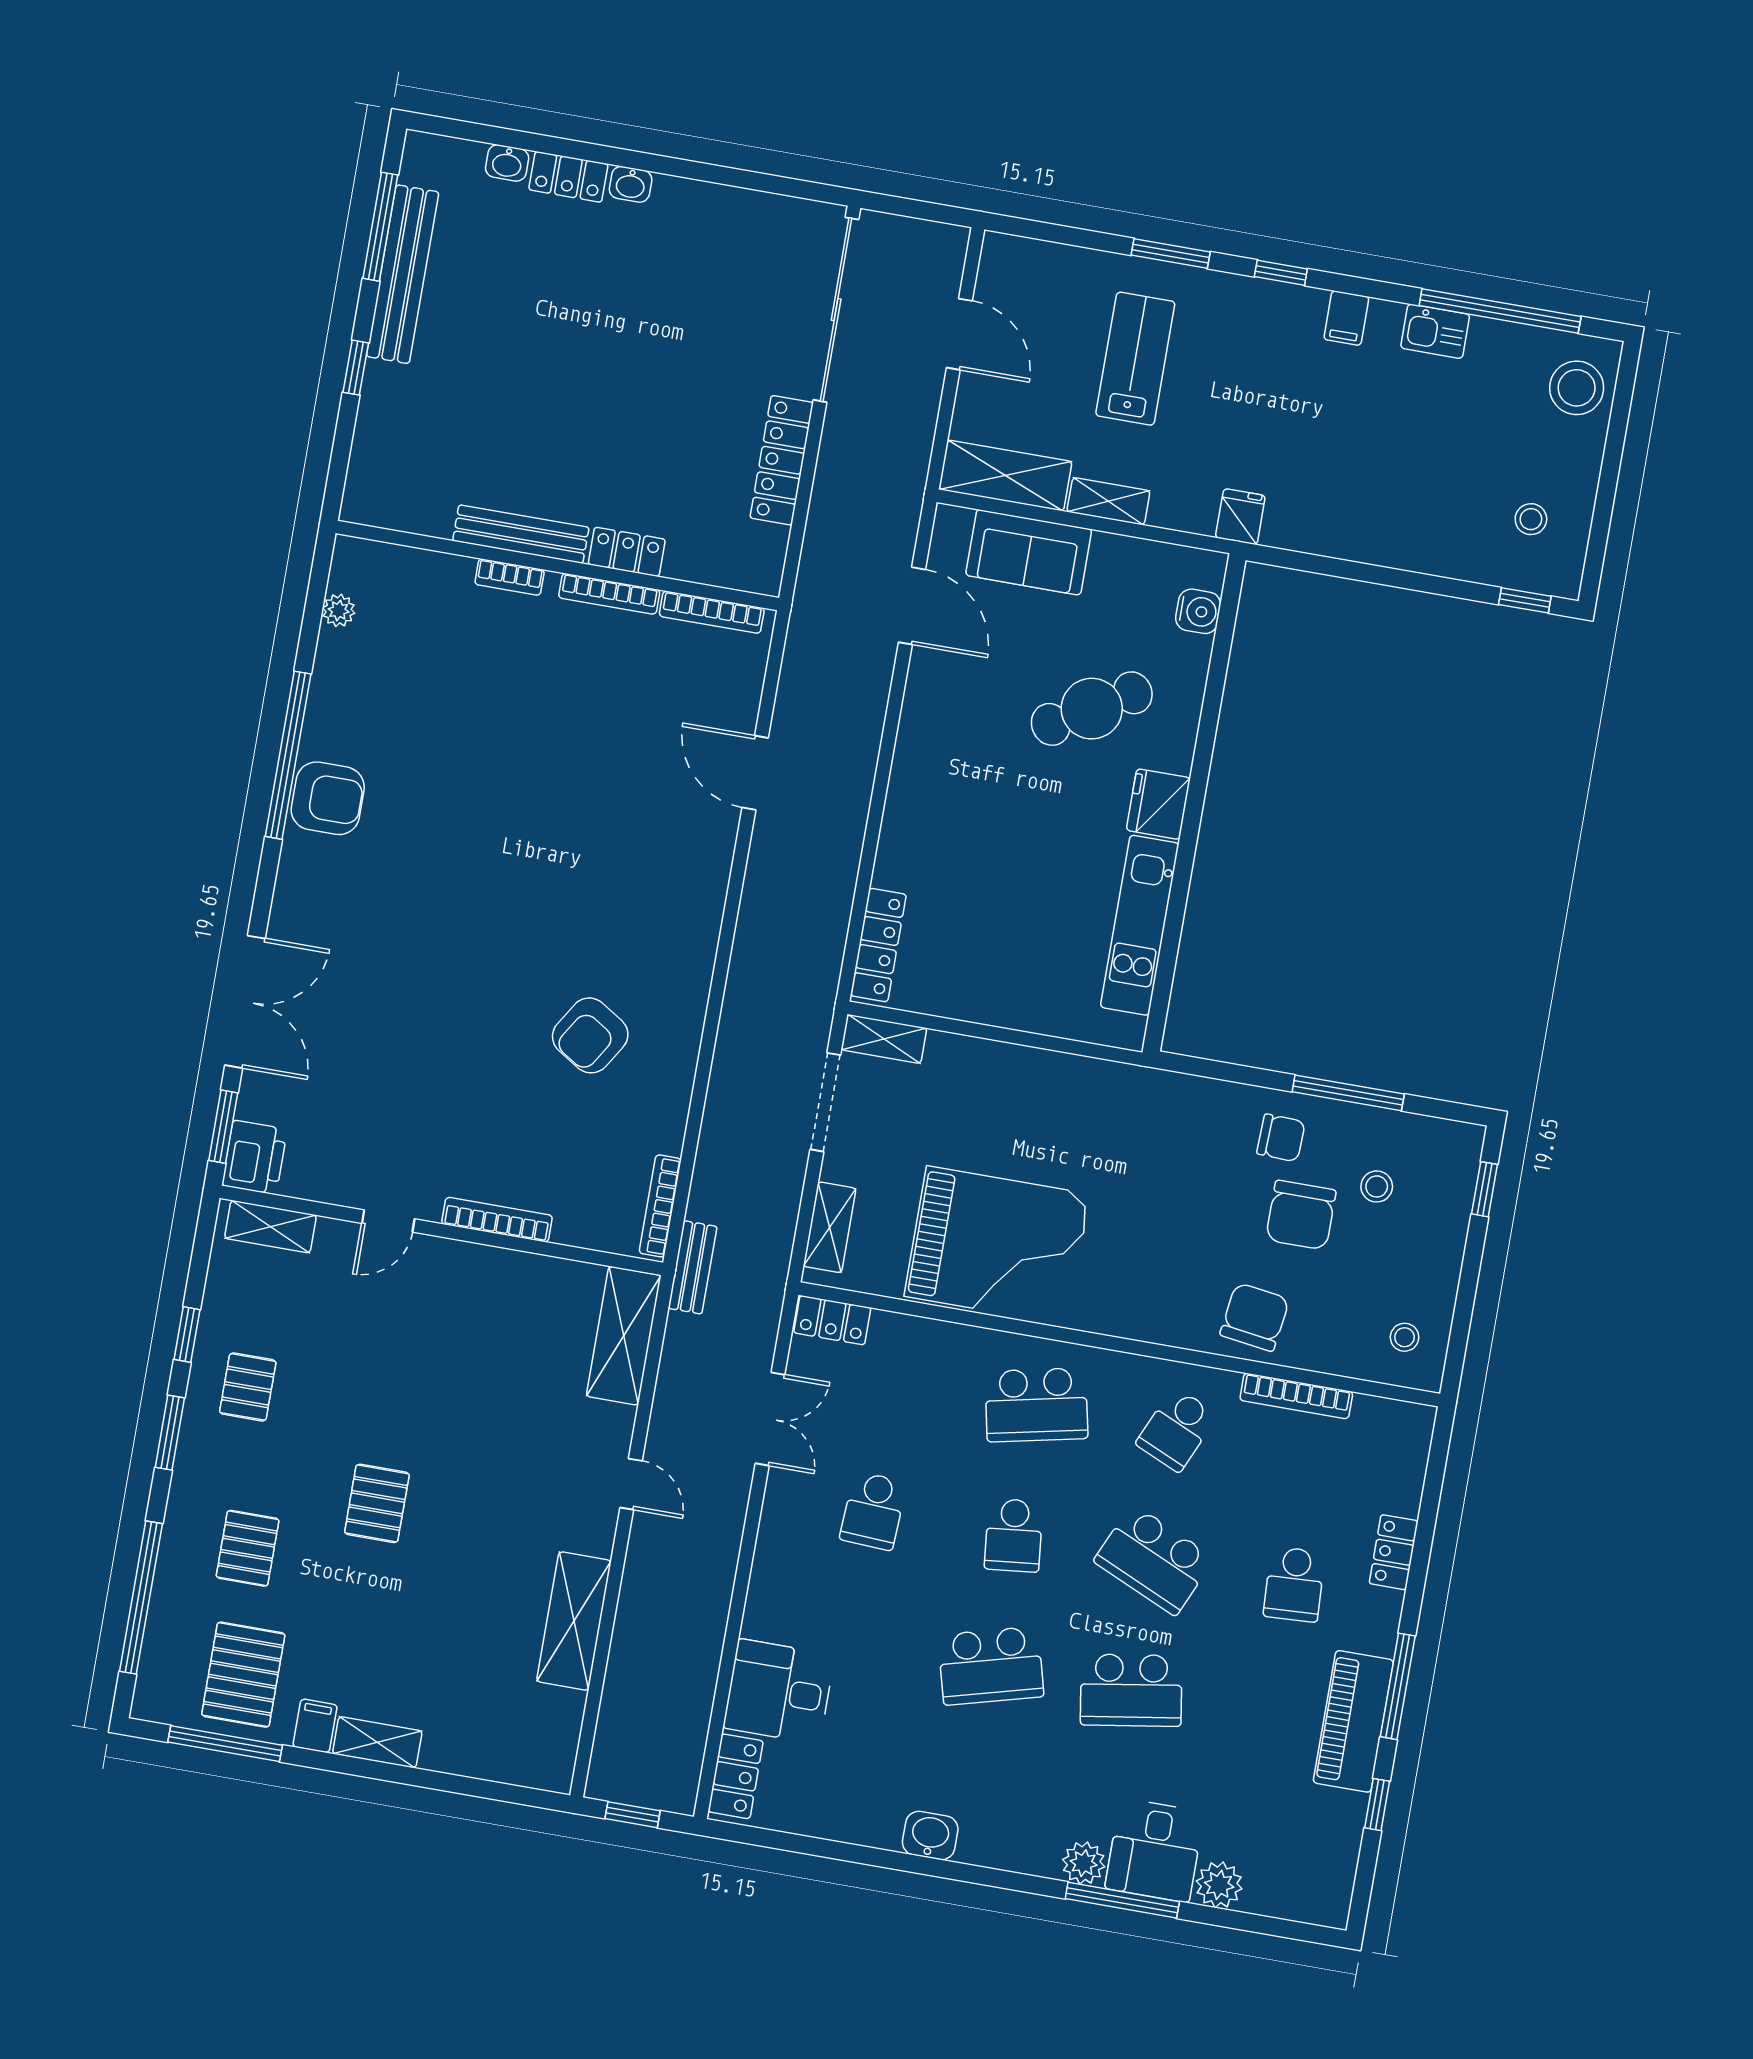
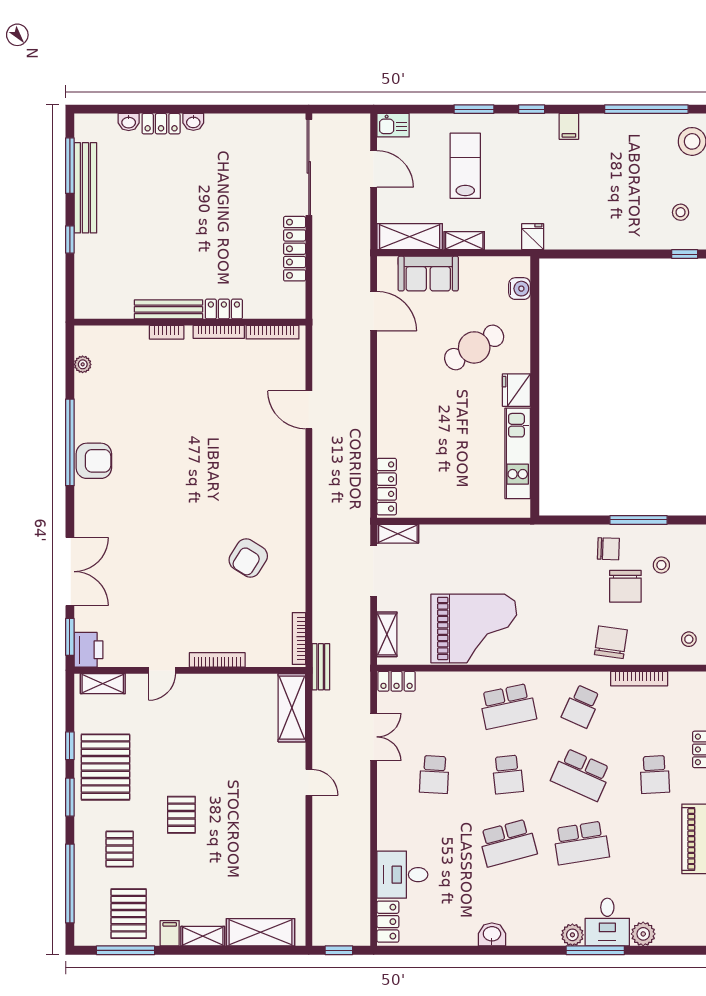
kitchen sink: (1435, 331) -> (393, 125), moved
pallet: (248, 1387) -> (105, 767), width x2.05, depth x2.00
shelving: (574, 1621) -> (260, 932), moved, turned 90

